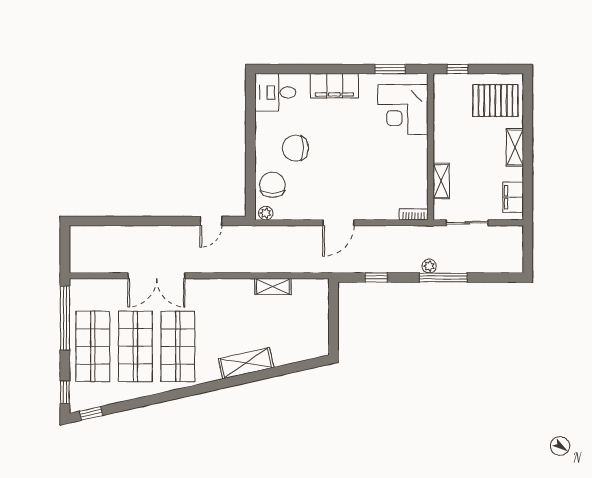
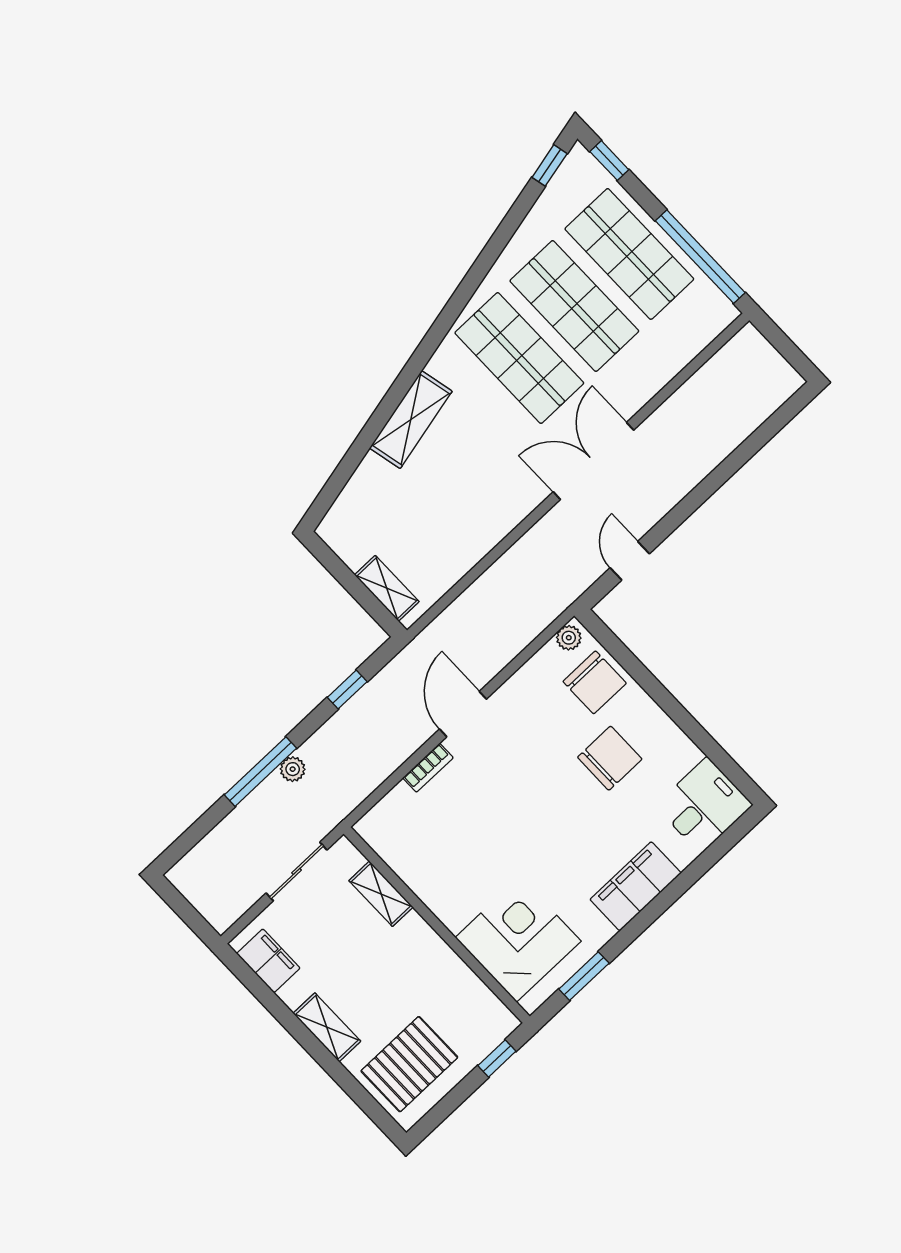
bookcase: (414, 214) -> (428, 768), moved
double door: (156, 276) -> (593, 461), moved
shelving: (273, 286) -> (387, 588), moved, turned 90

